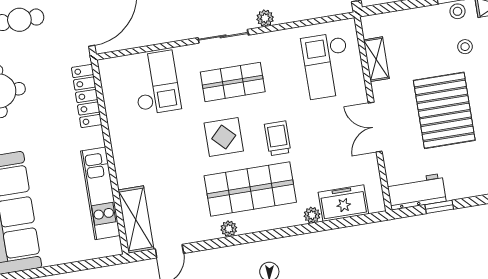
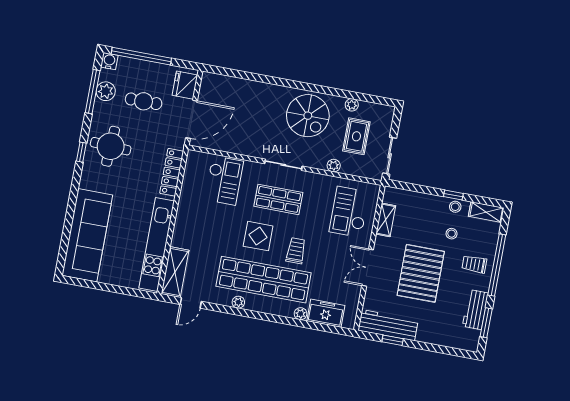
plant: (265, 18) -> (334, 166), moved
shop shelf: (250, 189) -> (264, 280), width x1.40
workbench: (416, 192) -> (388, 325), width x1.38
kitchen unit: (100, 193) -> (157, 244), width x1.36

